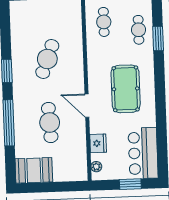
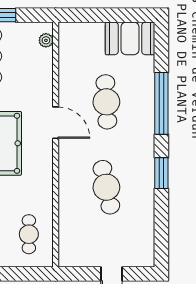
cafe table: (47, 59) -> (106, 187), turned -33
fridge: (98, 143) -> (42, 71), removed

